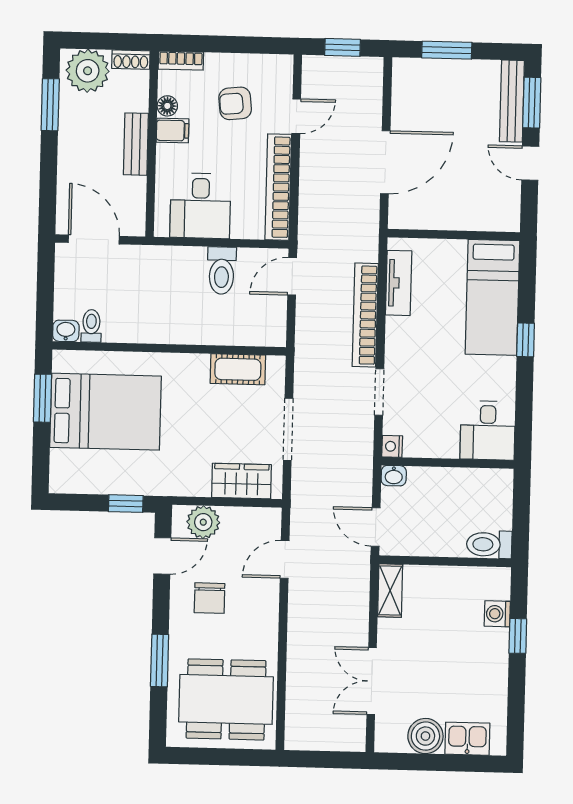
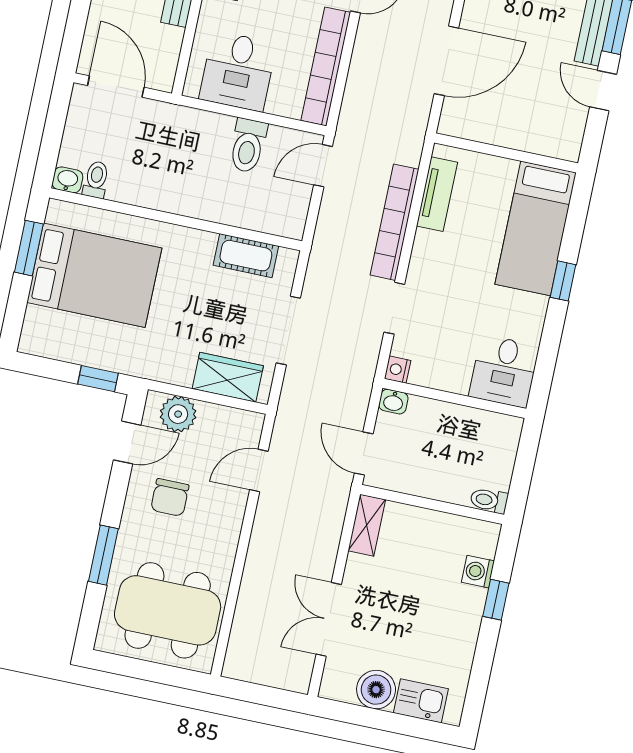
toilet: (489, 544) -> (489, 500), width x0.73, depth x0.72

